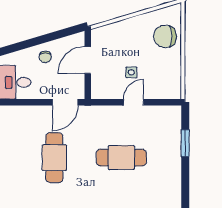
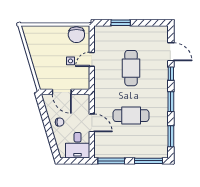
chair: (165, 36) -> (76, 35), moved
door: (65, 102) -> (92, 123), moved
door: (134, 102) -> (92, 59), hinge flipped

